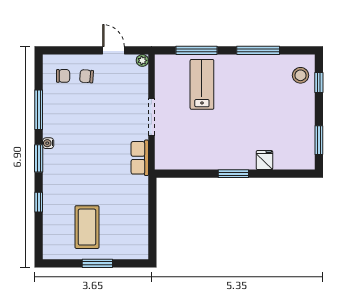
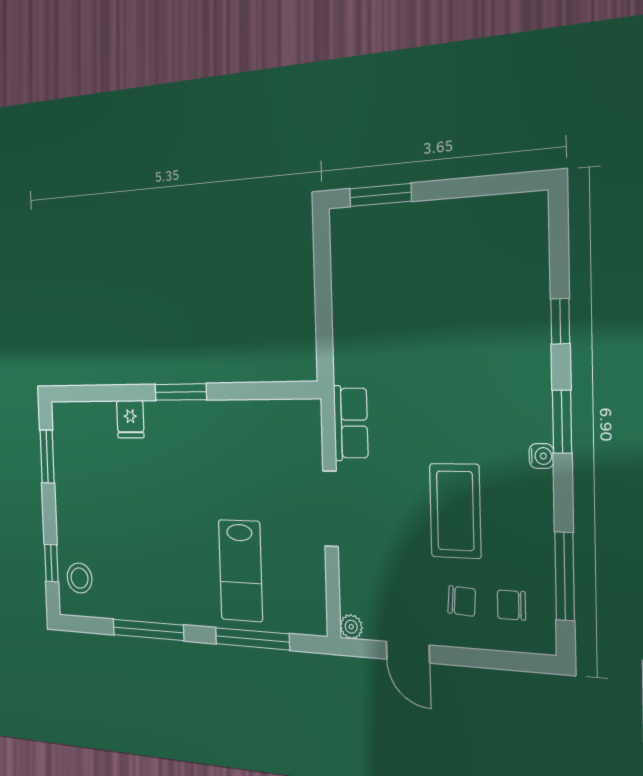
window: (39, 110) -> (565, 576), moved
coffee table: (87, 227) -> (455, 511), moved
window: (97, 263) -> (380, 195), moved

